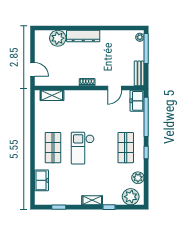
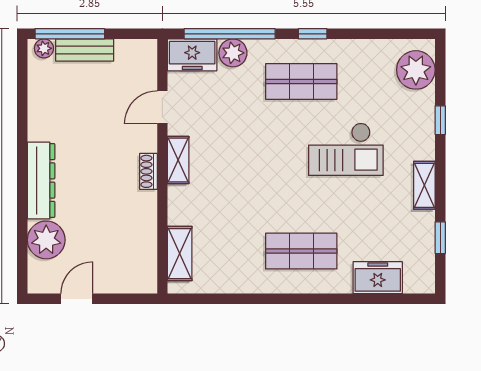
door: (32, 69) -> (77, 299), moved
bench: (139, 73) -> (85, 50), moved
door: (115, 88) -> (162, 107), swing flipped
shelving: (92, 95) -> (178, 160), added
checkout: (83, 148) -> (346, 149), moved
plant: (138, 178) -> (233, 53), moved
shelving: (92, 200) -> (424, 185), moved

